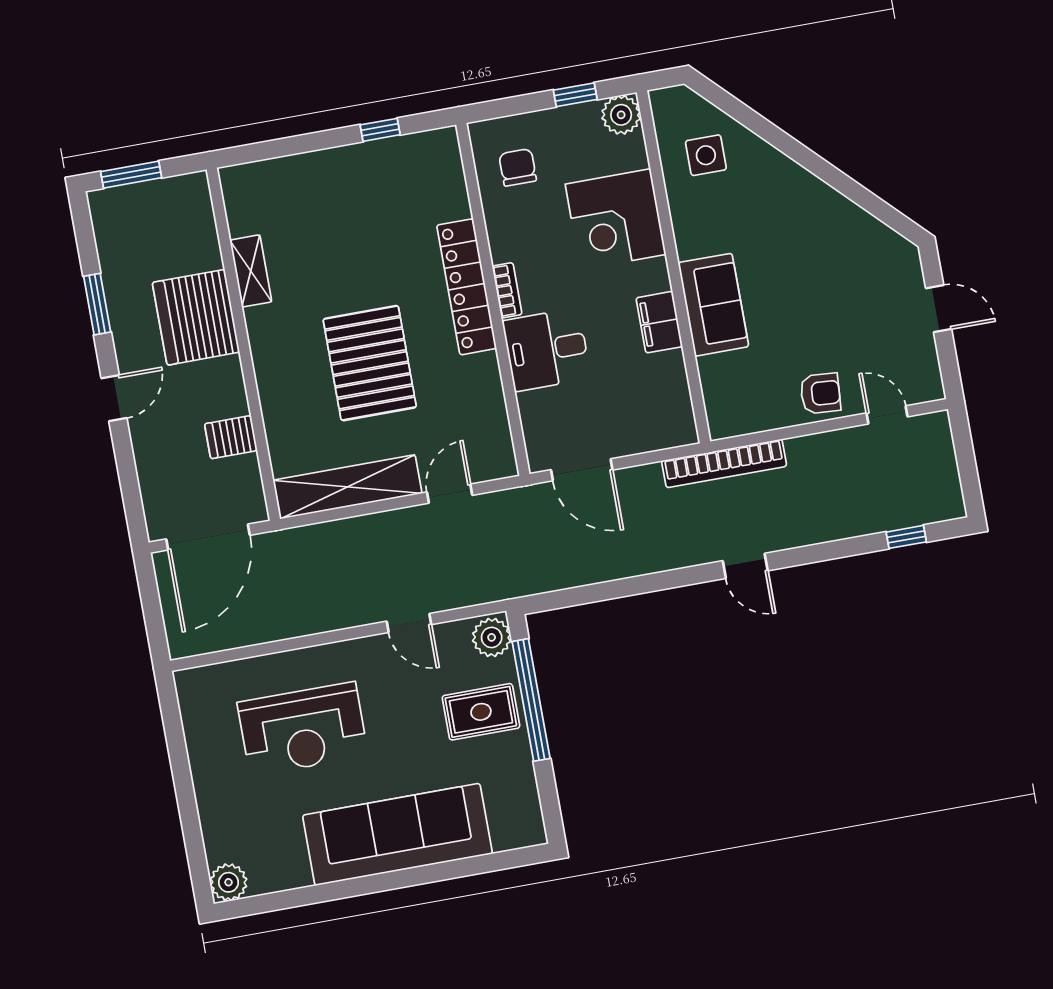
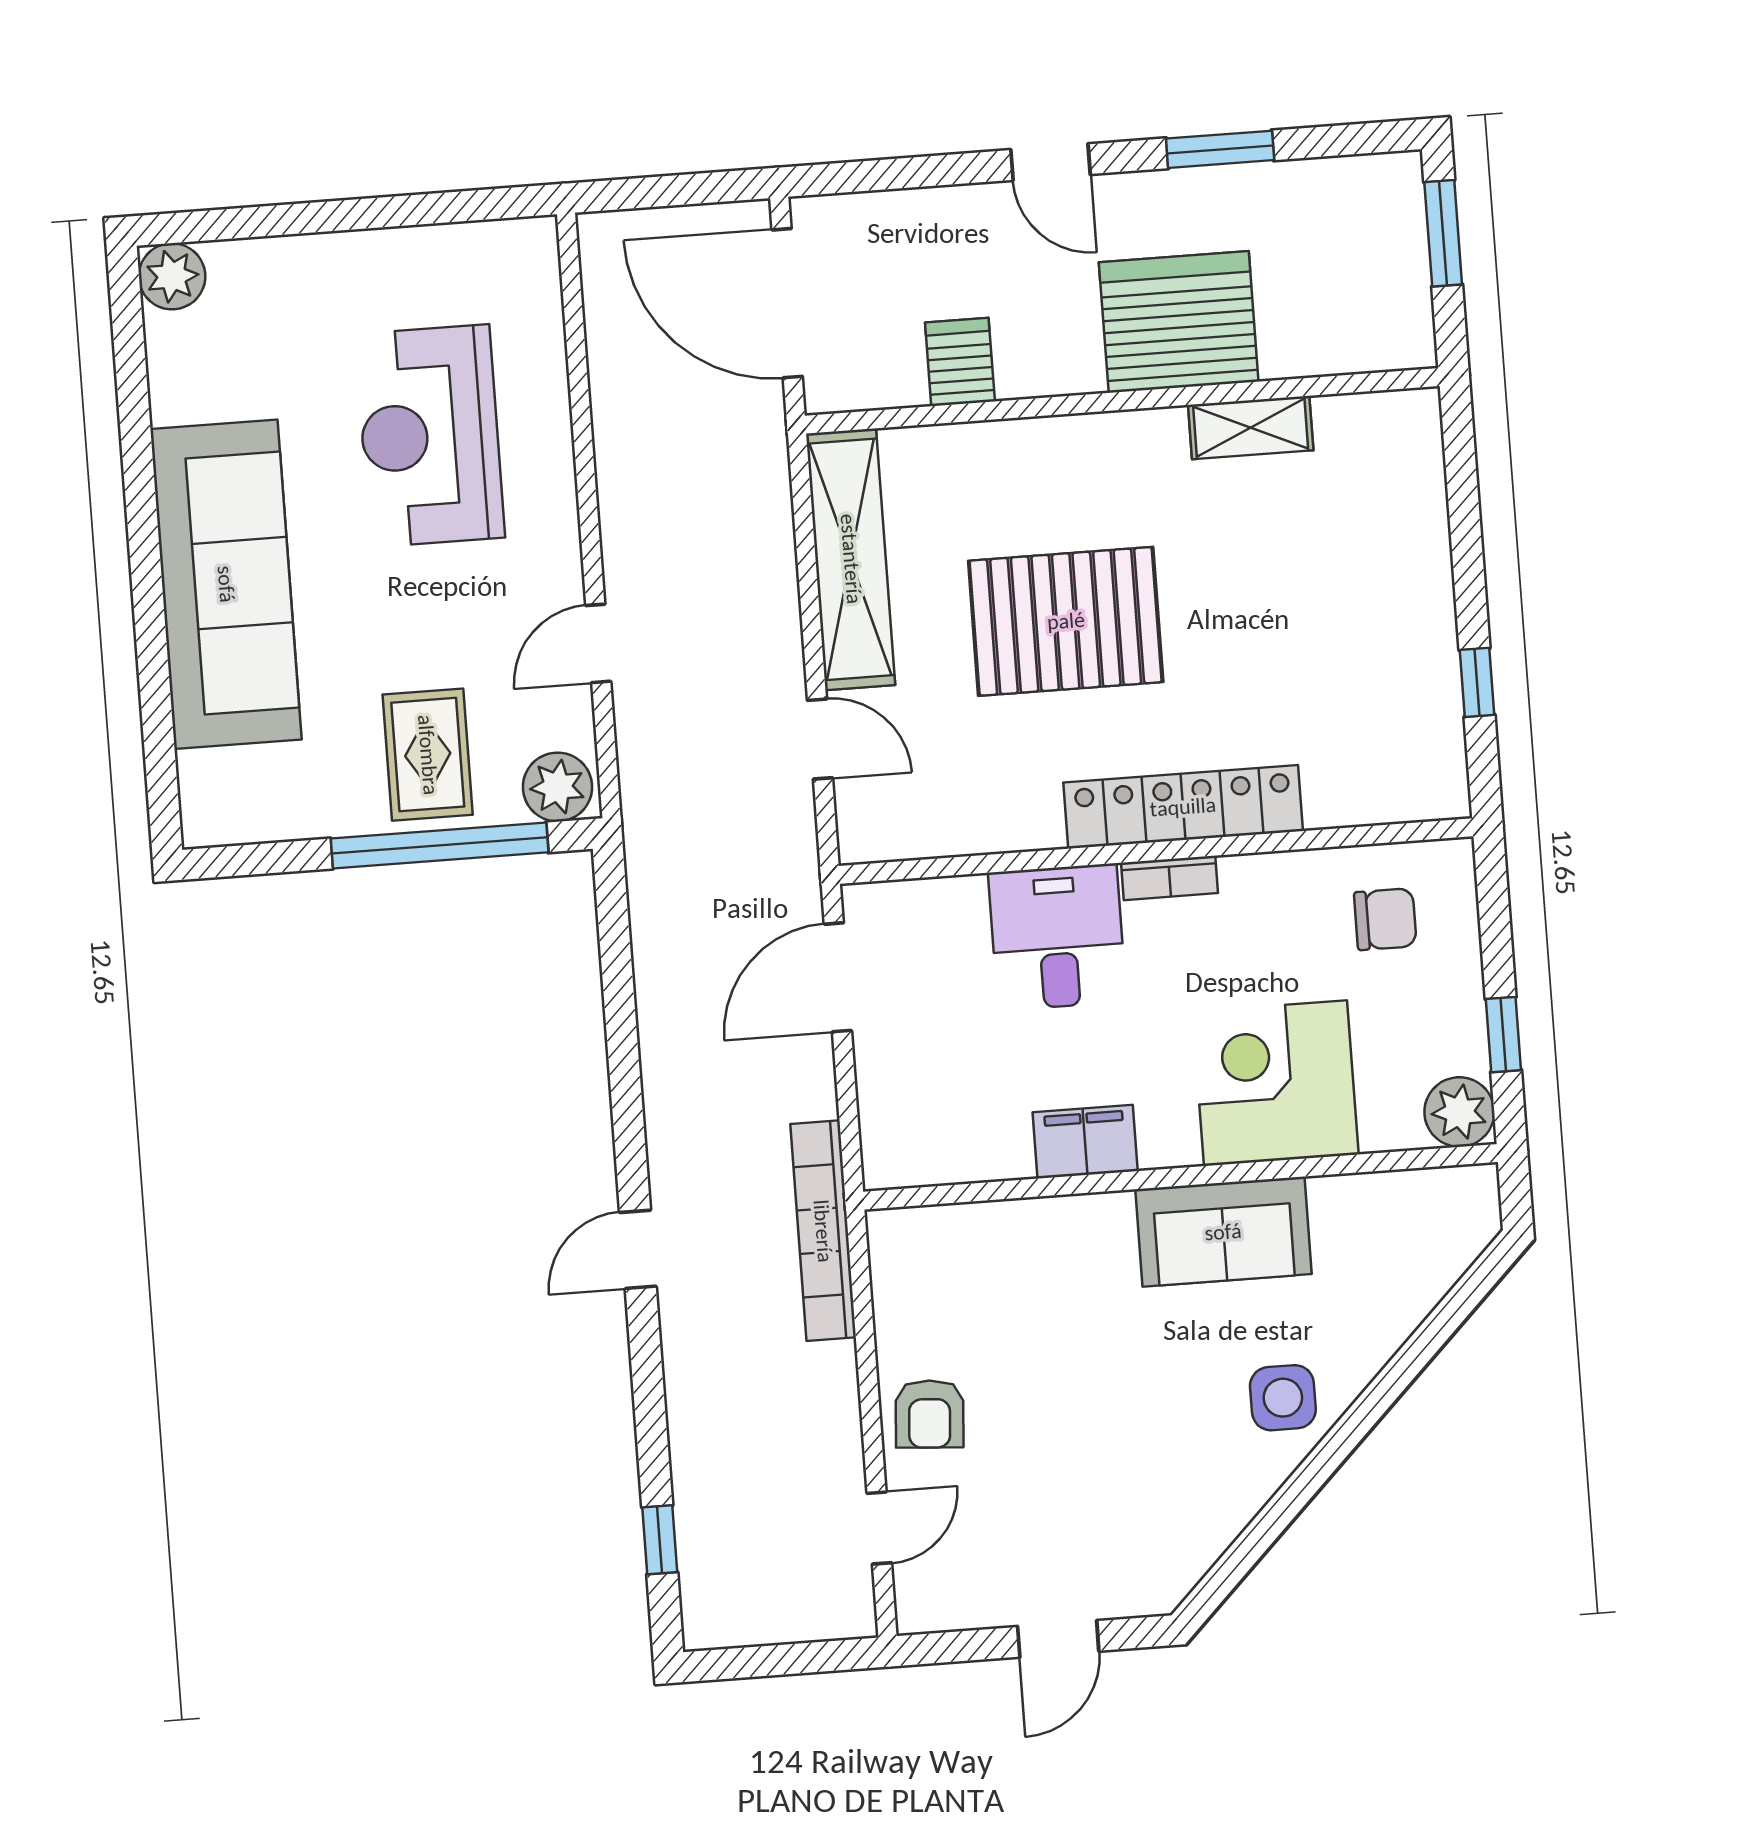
side table: (706, 155) -> (1283, 1398), moved
sofa: (713, 305) -> (1223, 1232), moved

